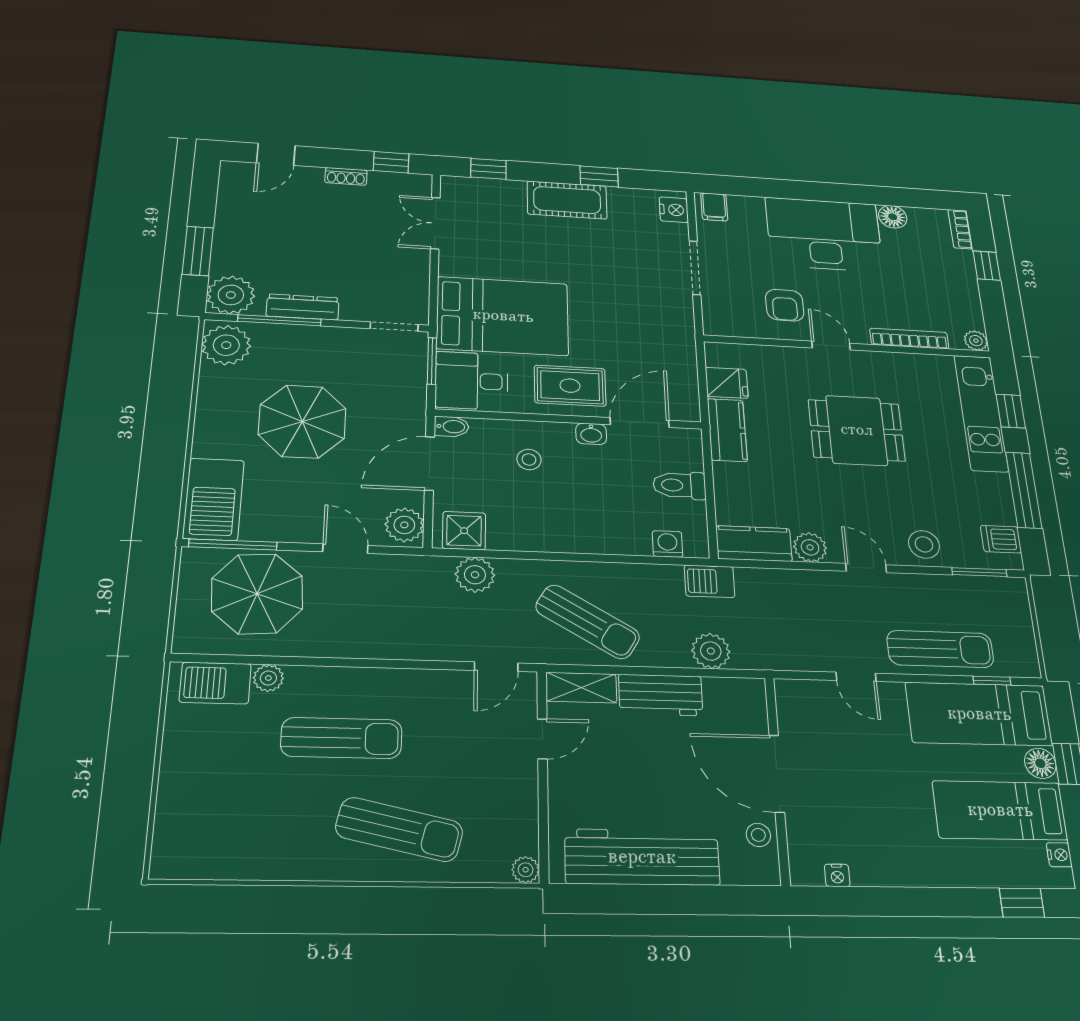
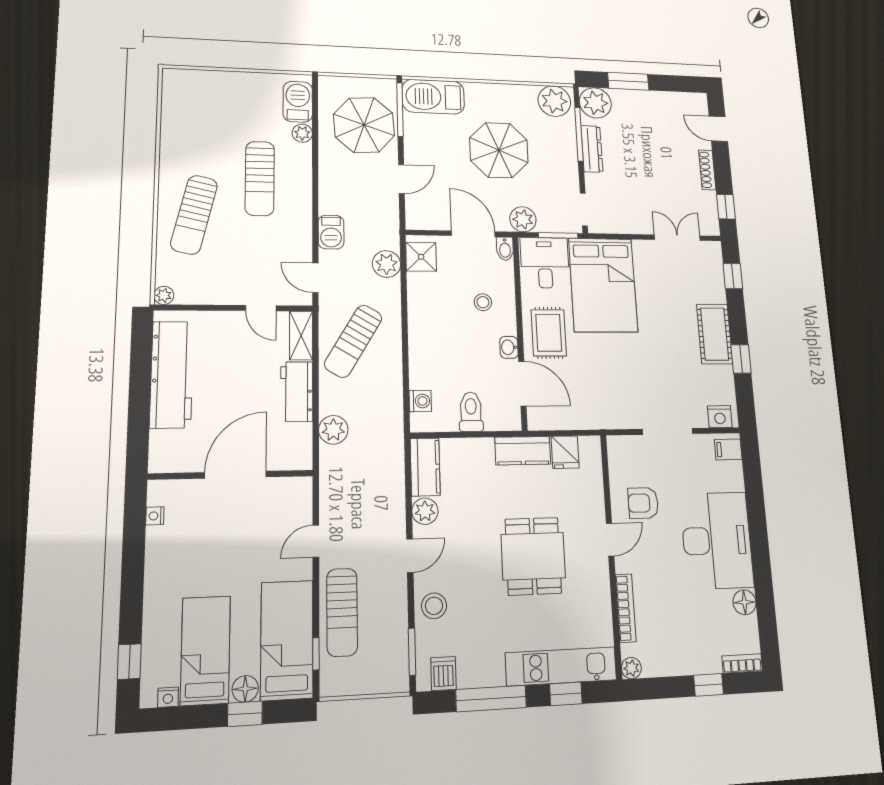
shoe rack: (346, 176) -> (707, 170), width x1.43
plant: (404, 525) -> (523, 219), moved
barbecue: (710, 581) -> (331, 232), moved, turned 180
stool: (758, 835) -> (187, 458), removed

